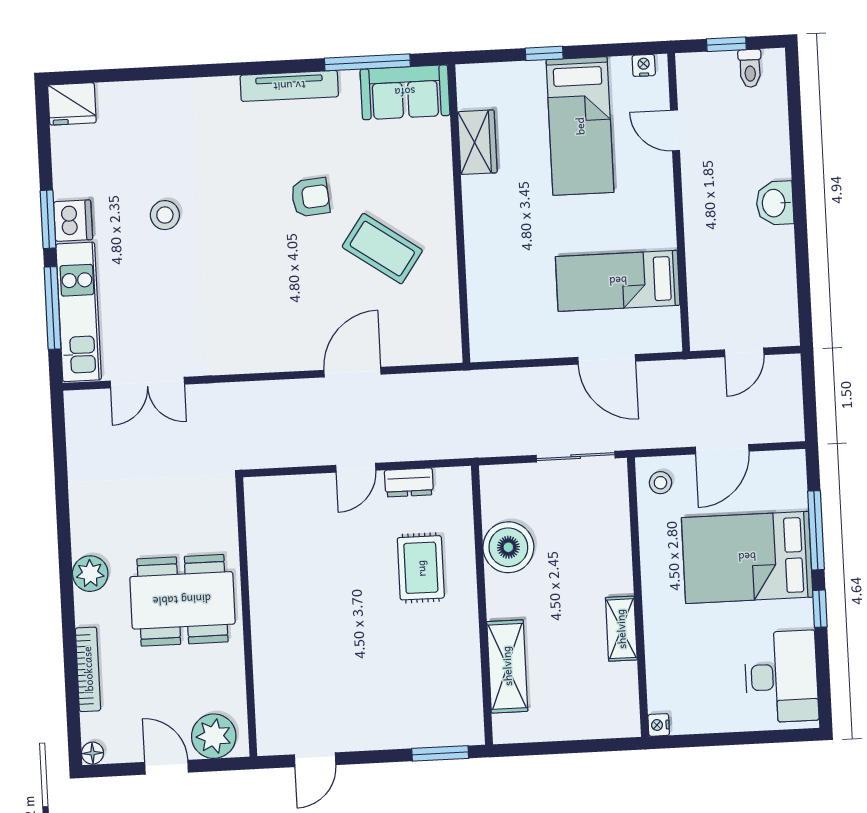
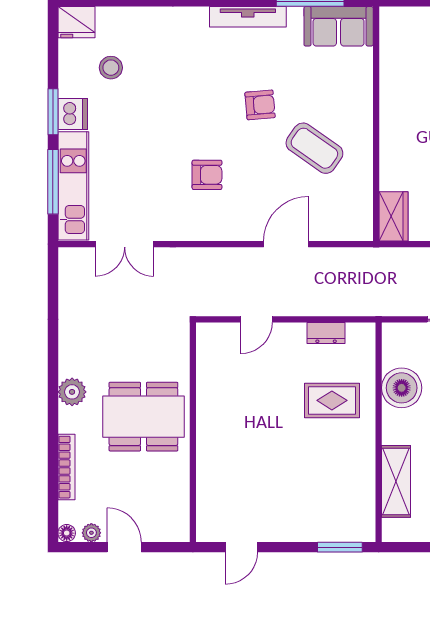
wardrobe: (477, 142) -> (393, 216), moved
stool: (165, 215) -> (111, 68), moved
armchair: (248, 289) -> (207, 175), added
door: (356, 468) -> (256, 319), moved
rug: (421, 568) -> (332, 400), turned 90
plant: (214, 736) -> (91, 533), moved, width x0.53, depth x0.53

